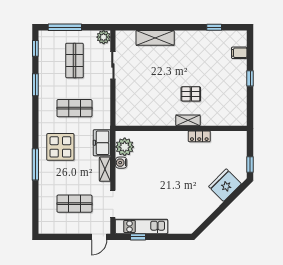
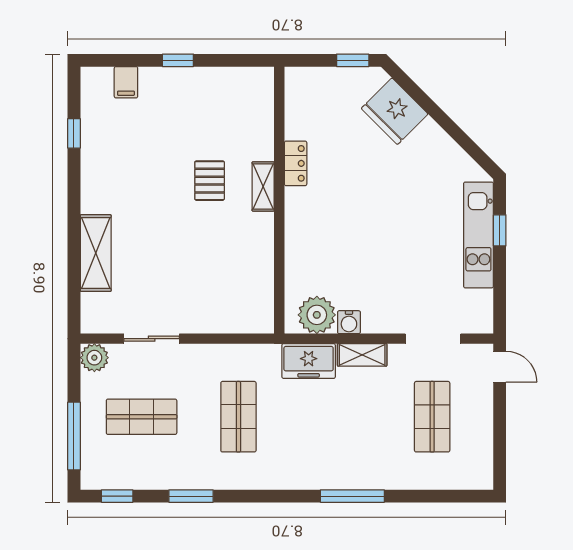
display table: (60, 147) -> (317, 445), removed
kitchen unit: (141, 226) -> (478, 235), moved
window: (138, 237) -> (500, 230), moved

